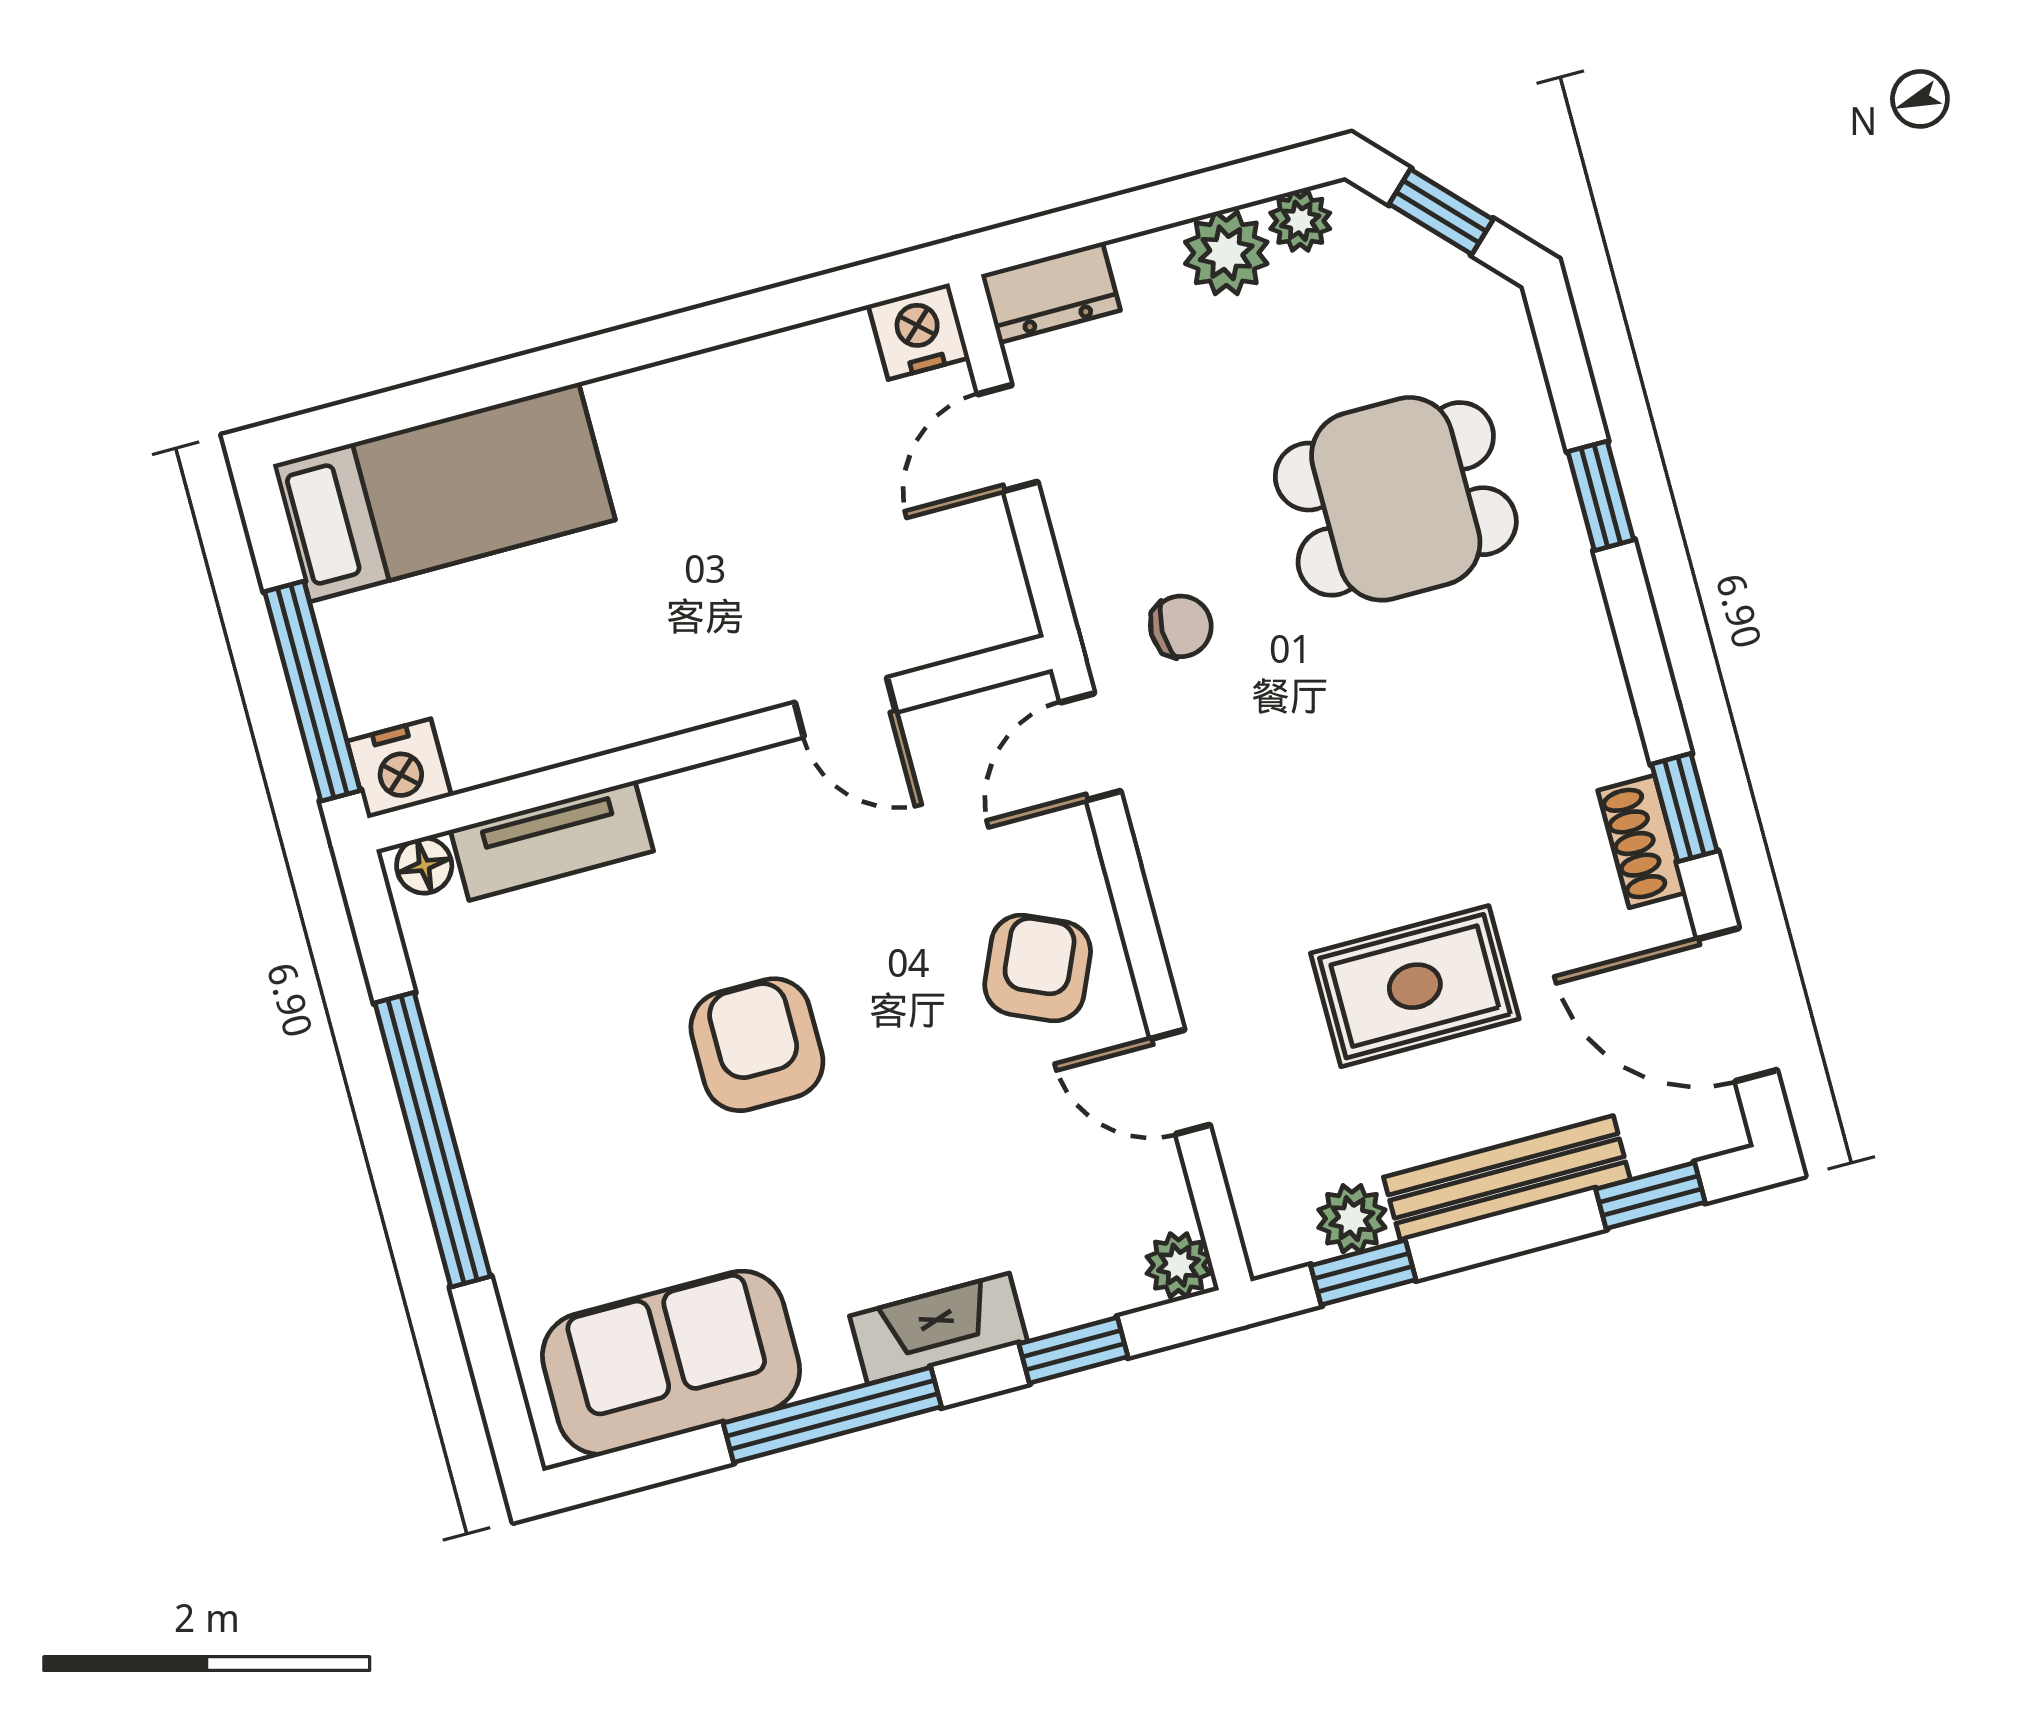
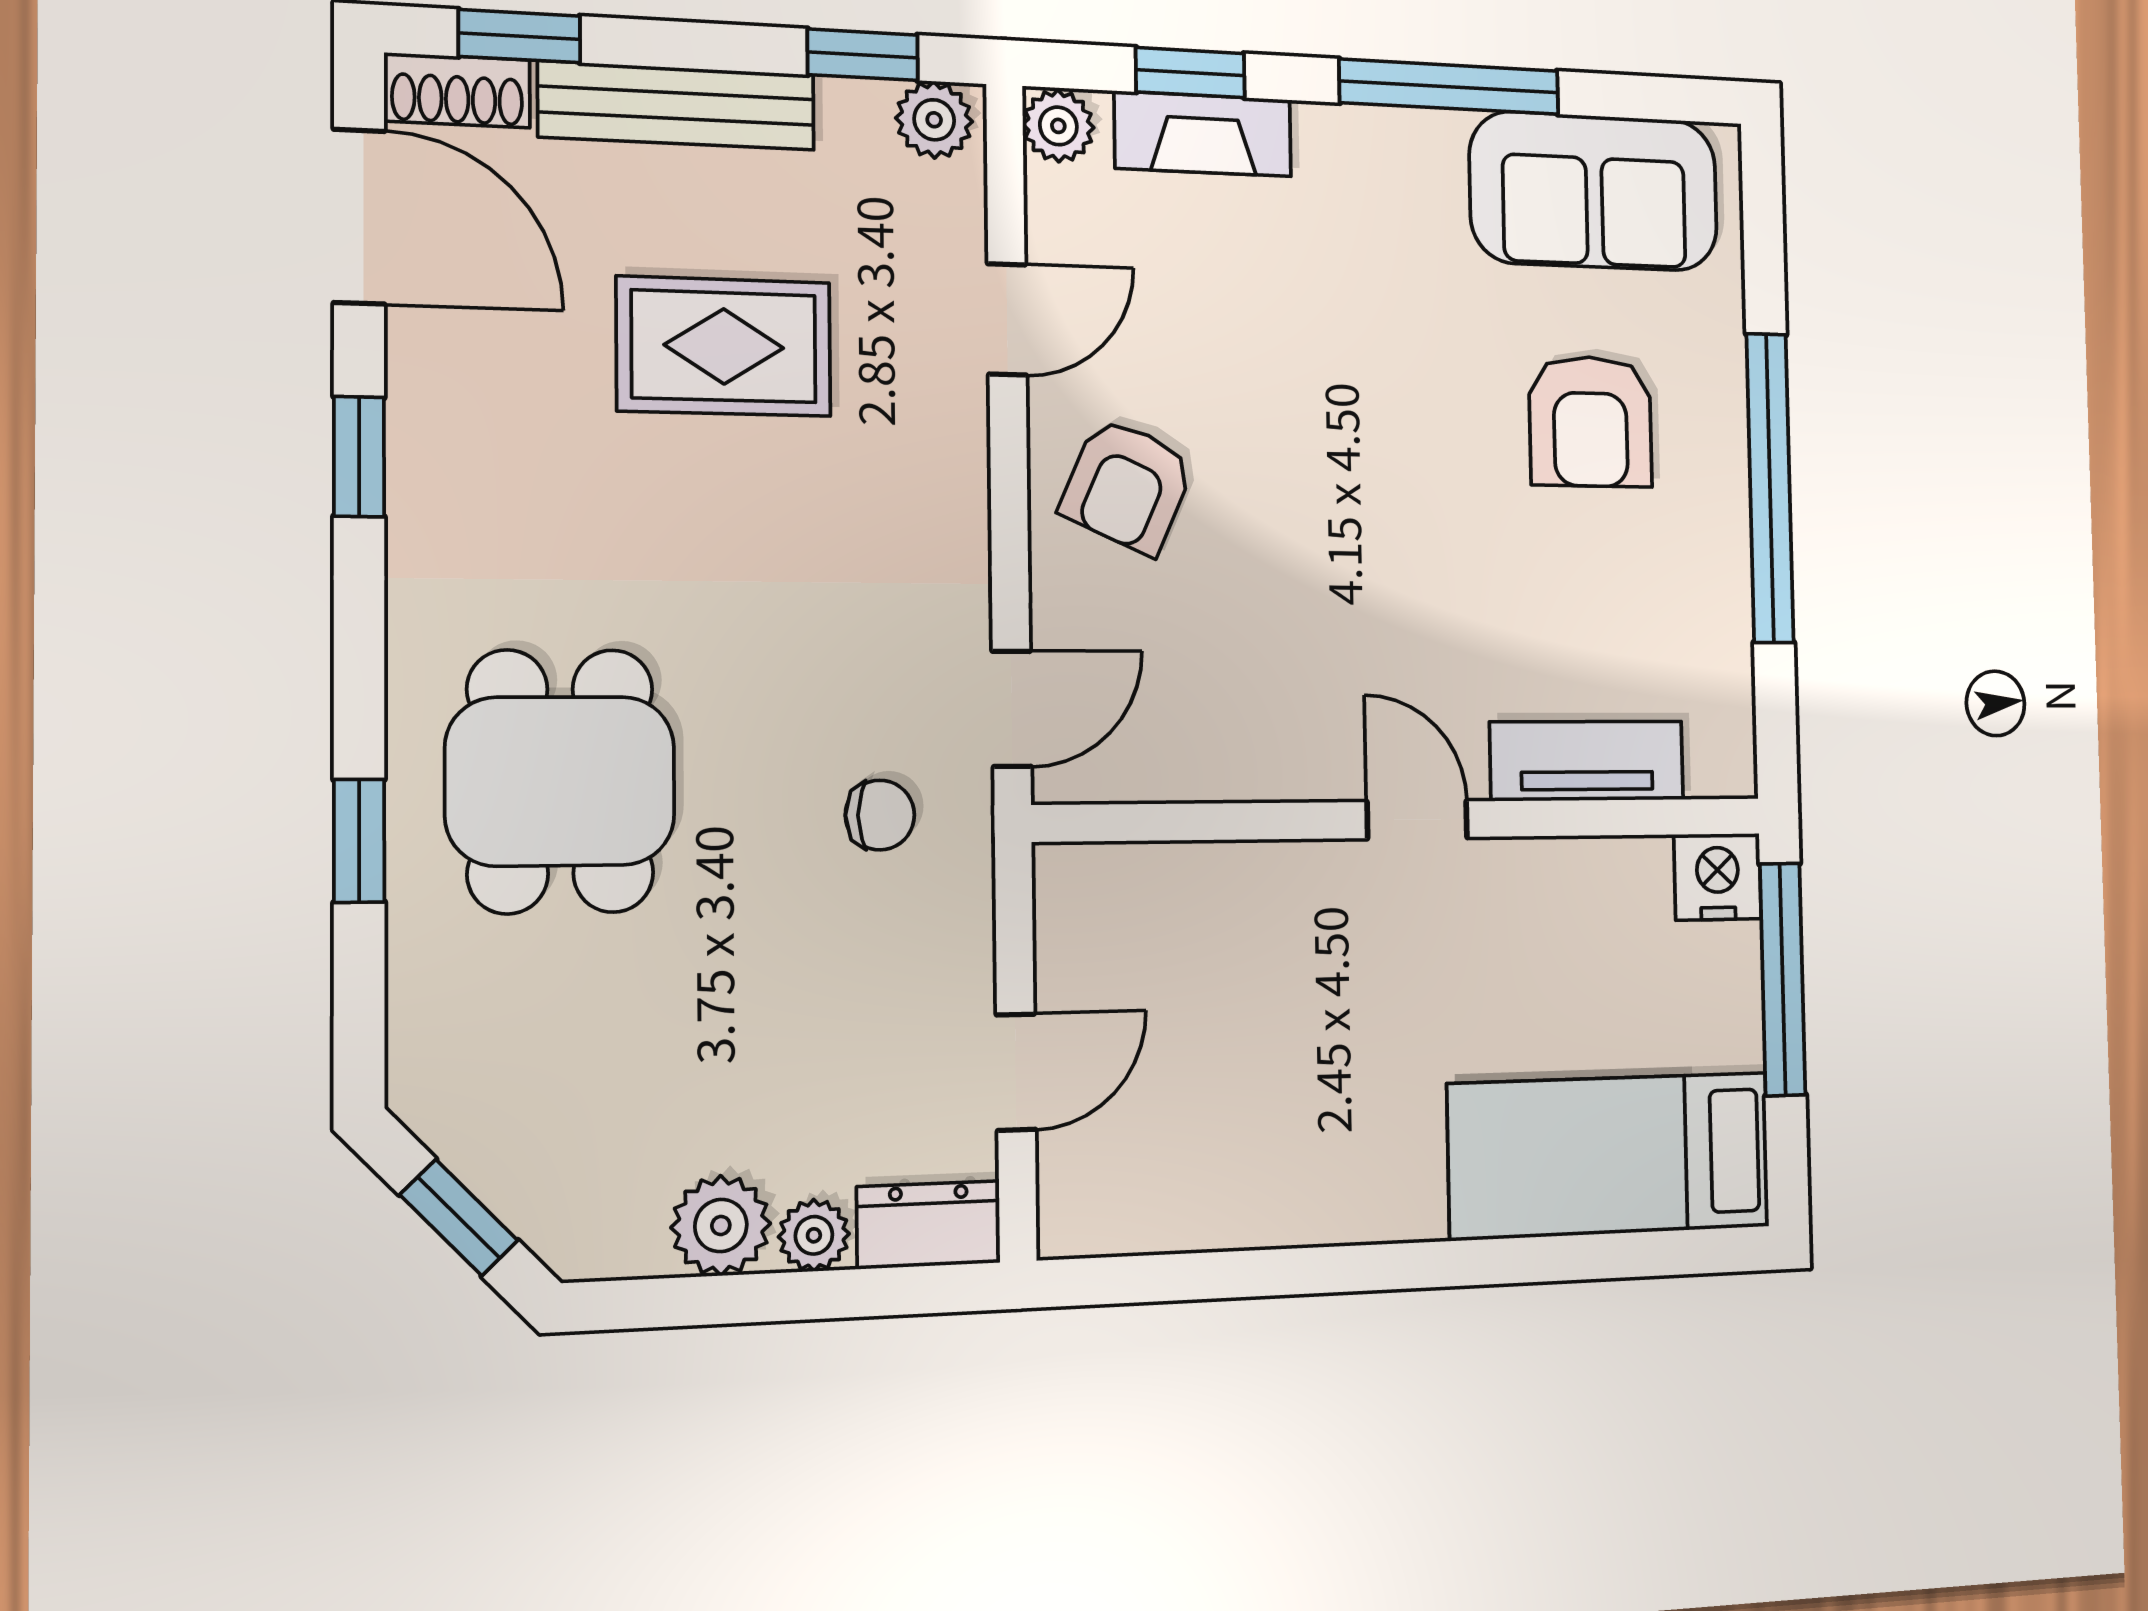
plant: (1300, 221) -> (814, 1235), moved
nightstand: (919, 331) -> (1083, 1214), removed
dining table: (1396, 499) -> (560, 781), moved, turned 90
chair: (1181, 626) -> (880, 815), turned 180
door: (845, 707) -> (1417, 820), moved
shoe rack: (1642, 842) -> (457, 90), moved, turned 90
floor lamp: (424, 866) -> (1716, 770), removed
armchair: (757, 1045) -> (1590, 422), moved
door: (1180, 1082) -> (1007, 319), hinge flipped
plant: (1352, 1219) -> (934, 120), moved
fireplace: (939, 1329) -> (1203, 134), moved

